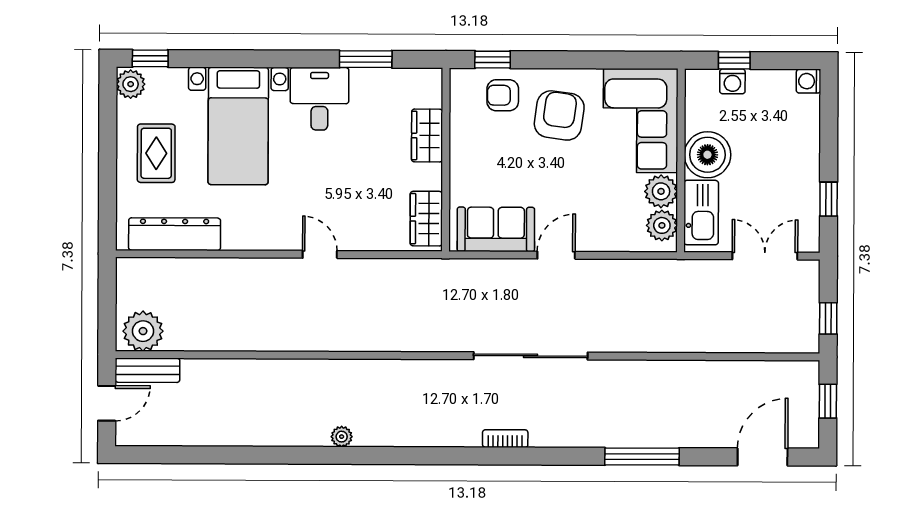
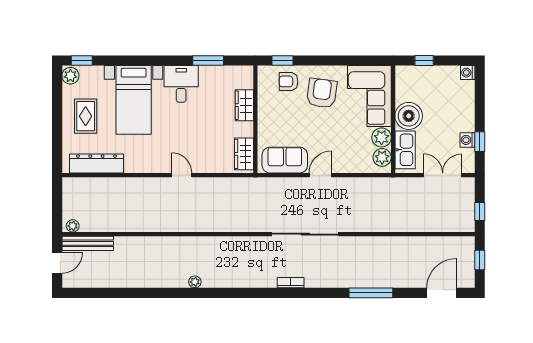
washing machine: (732, 81) -> (467, 140), moved, turned 90
plant: (143, 331) -> (73, 226), width x0.53, depth x0.53
bench: (147, 370) -> (88, 243), width x1.36

